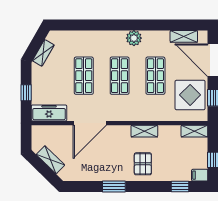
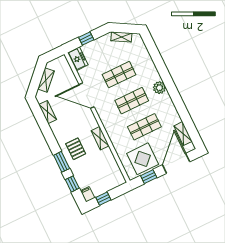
plant: (134, 38) -> (159, 88), moved
freezer: (49, 113) -> (78, 59), width x0.71
shelving: (194, 131) -> (48, 112), moved
pallet: (143, 164) -> (76, 149), turned 90
window: (114, 187) -> (62, 162), moved

